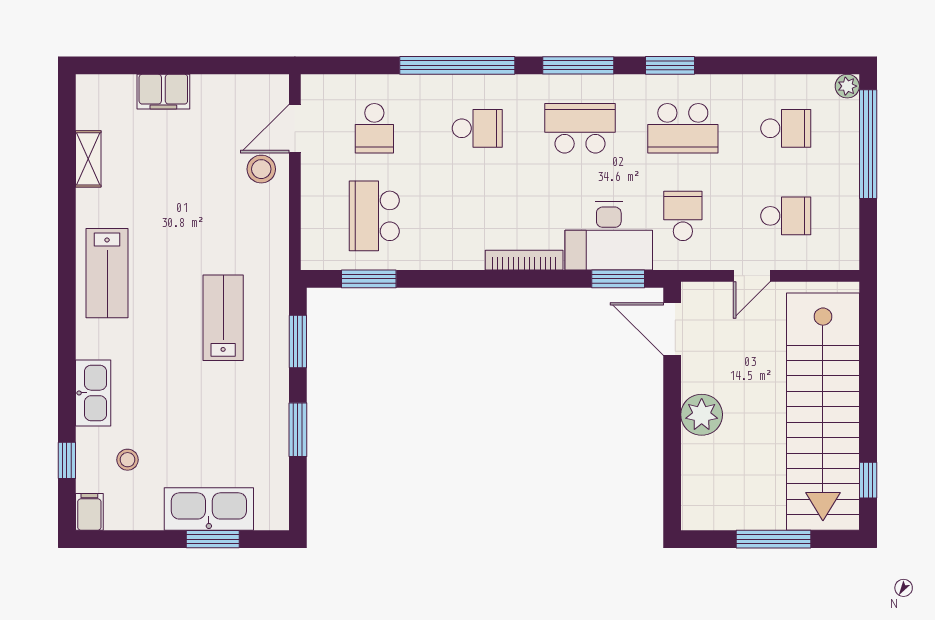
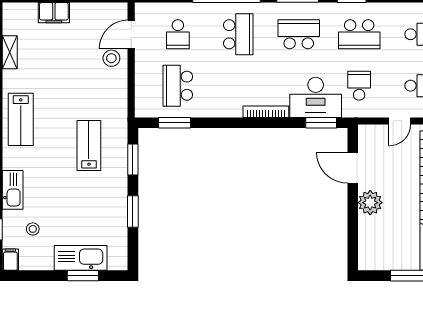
school desk: (477, 128) -> (238, 34), width x1.85
door: (672, 329) -> (353, 168), moved

